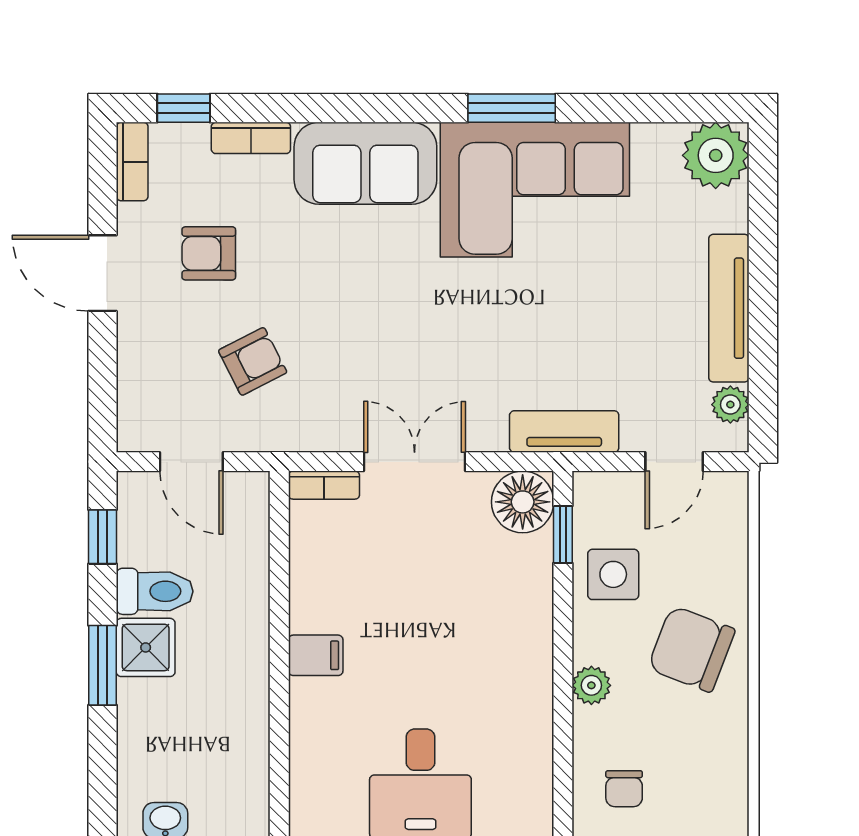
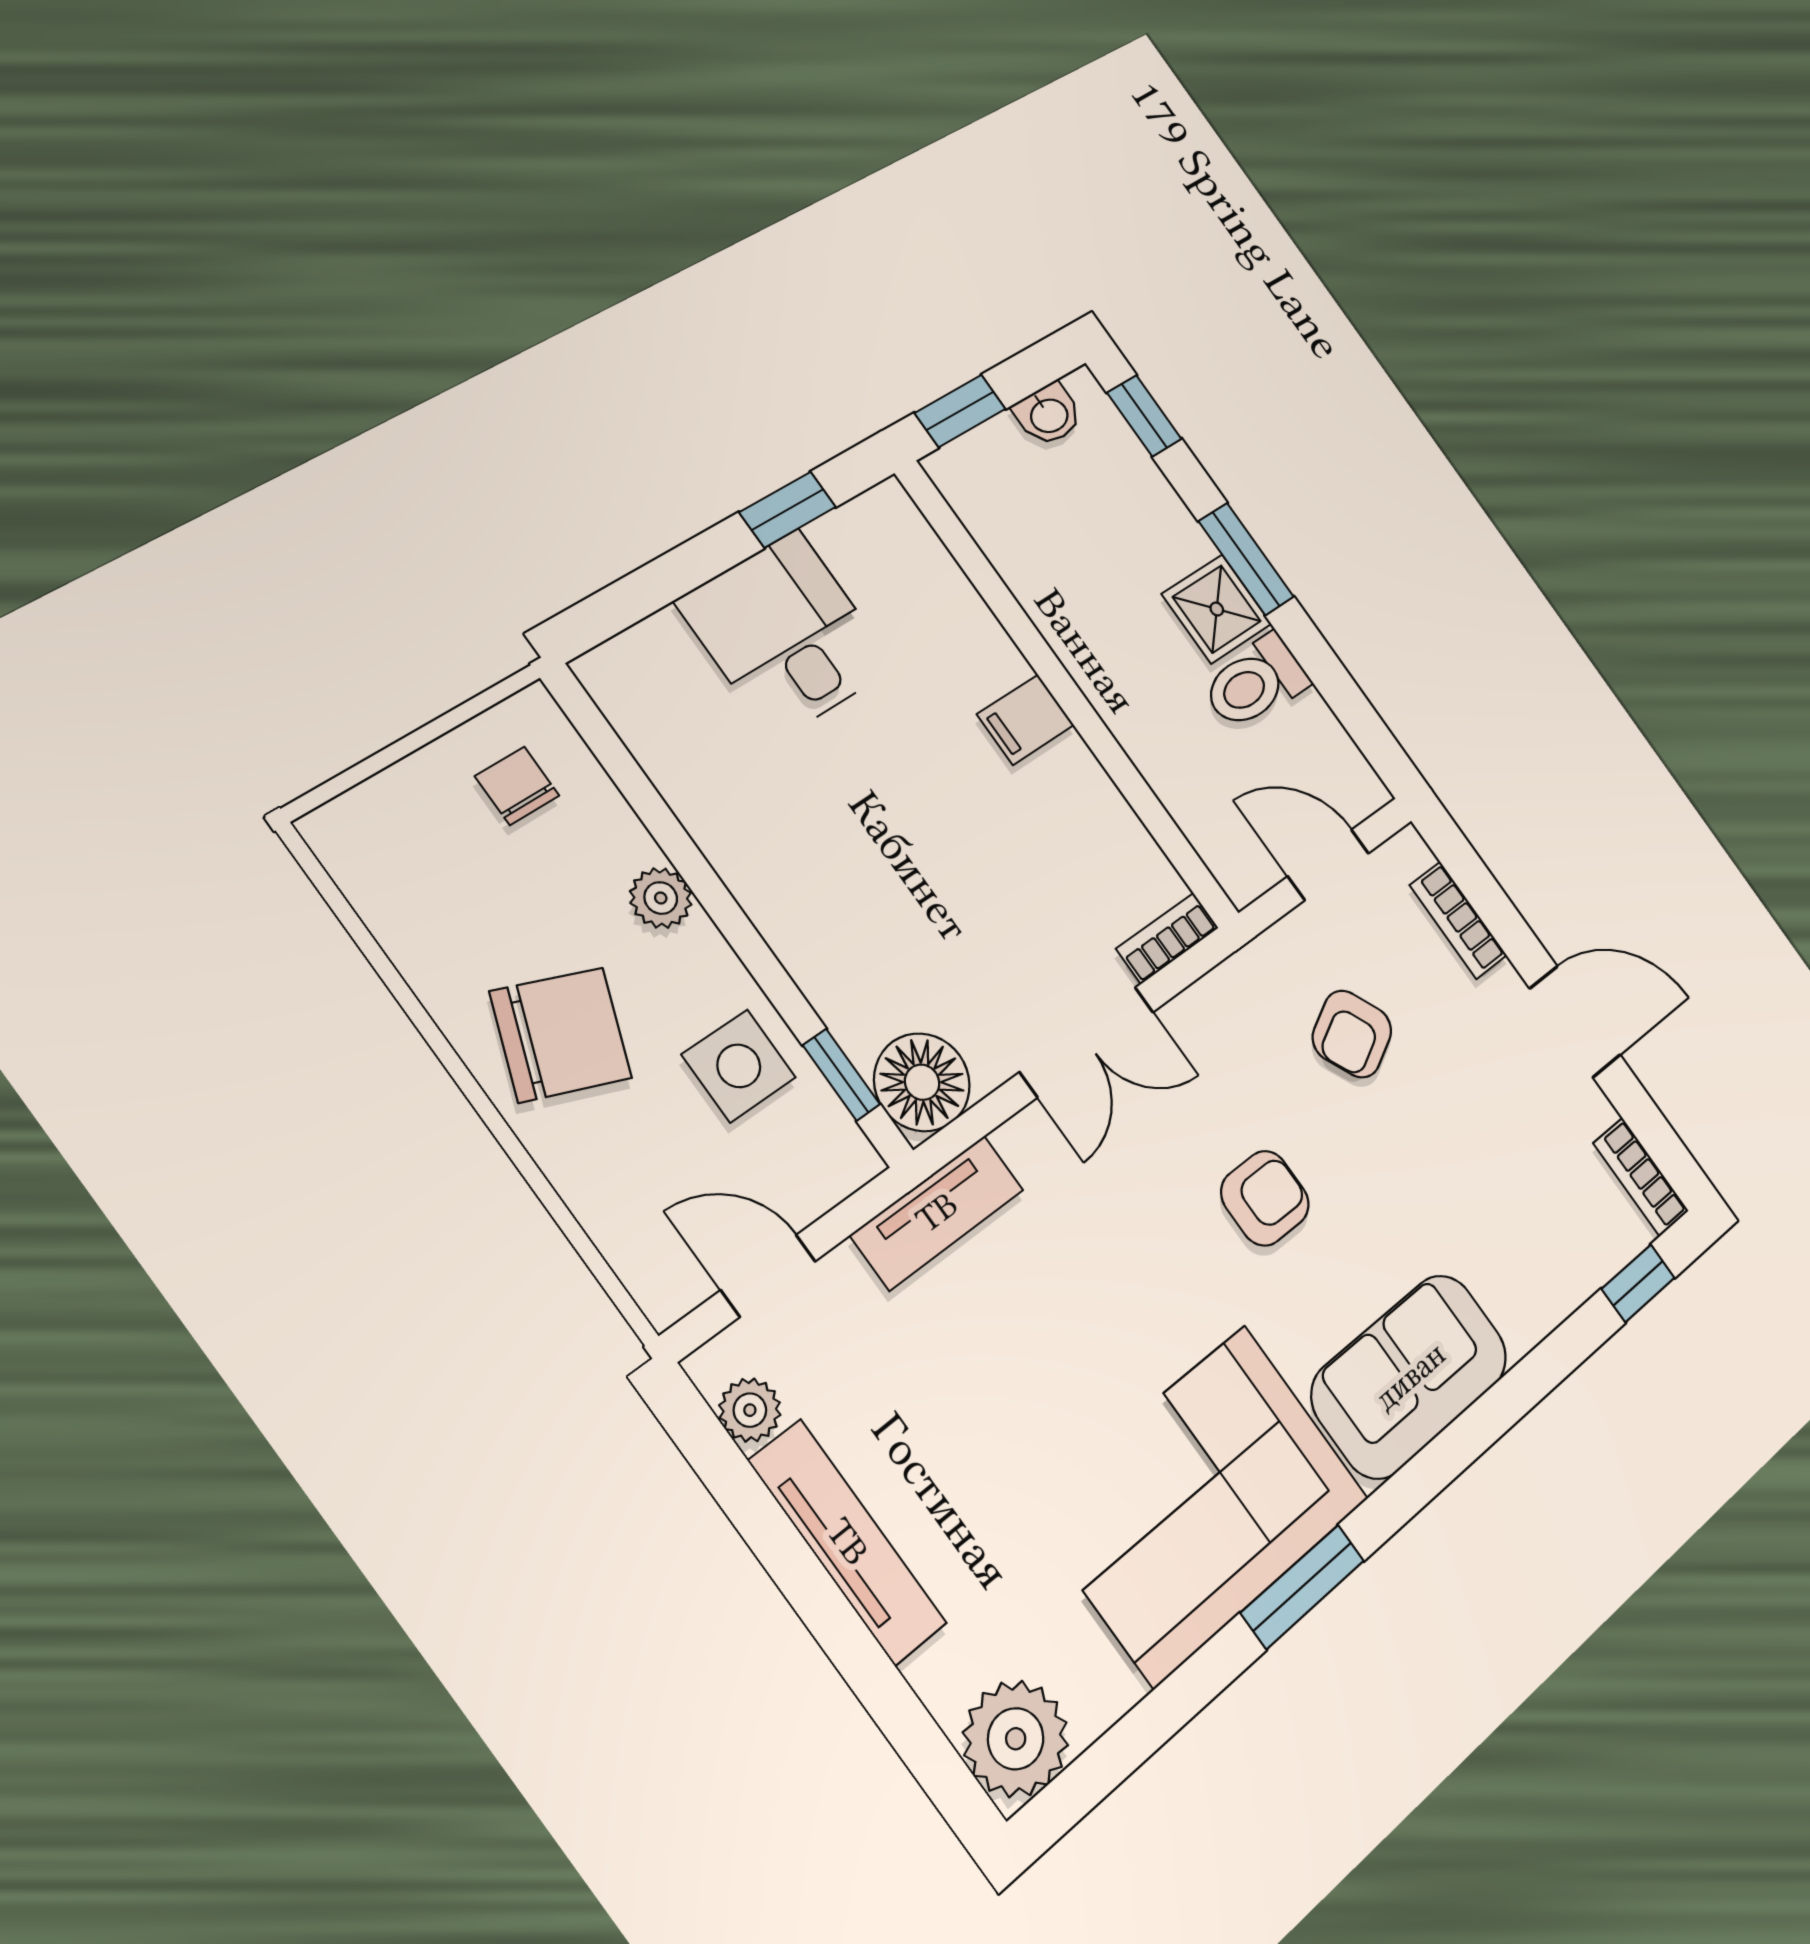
bookcase: (251, 138) -> (1458, 920), moved, turned -90
armchair: (209, 253) -> (1265, 1198), moved
door: (674, 462) -> (768, 1276), hinge flipped
window: (102, 537) -> (1144, 416), moved

